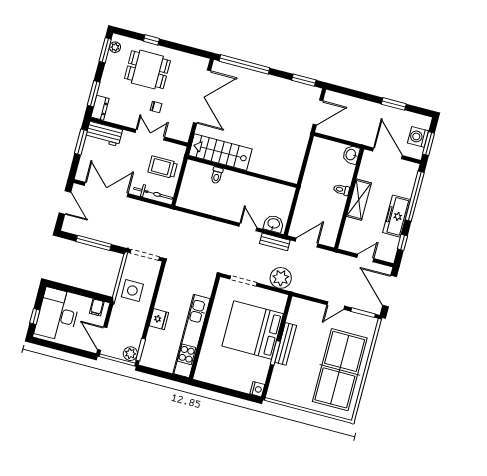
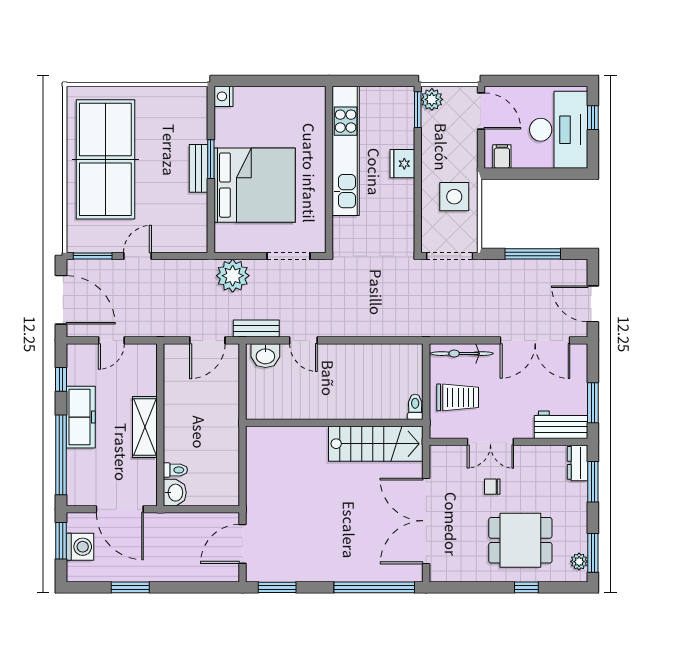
toilet: (217, 175) -> (415, 407), moved
toilet: (342, 190) -> (175, 470), moved
bench: (286, 344) -> (199, 168), width x0.73

